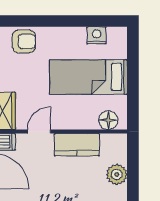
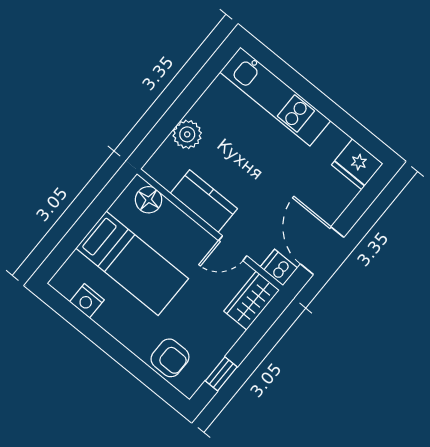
armchair: (24, 41) -> (170, 358), turned 180

